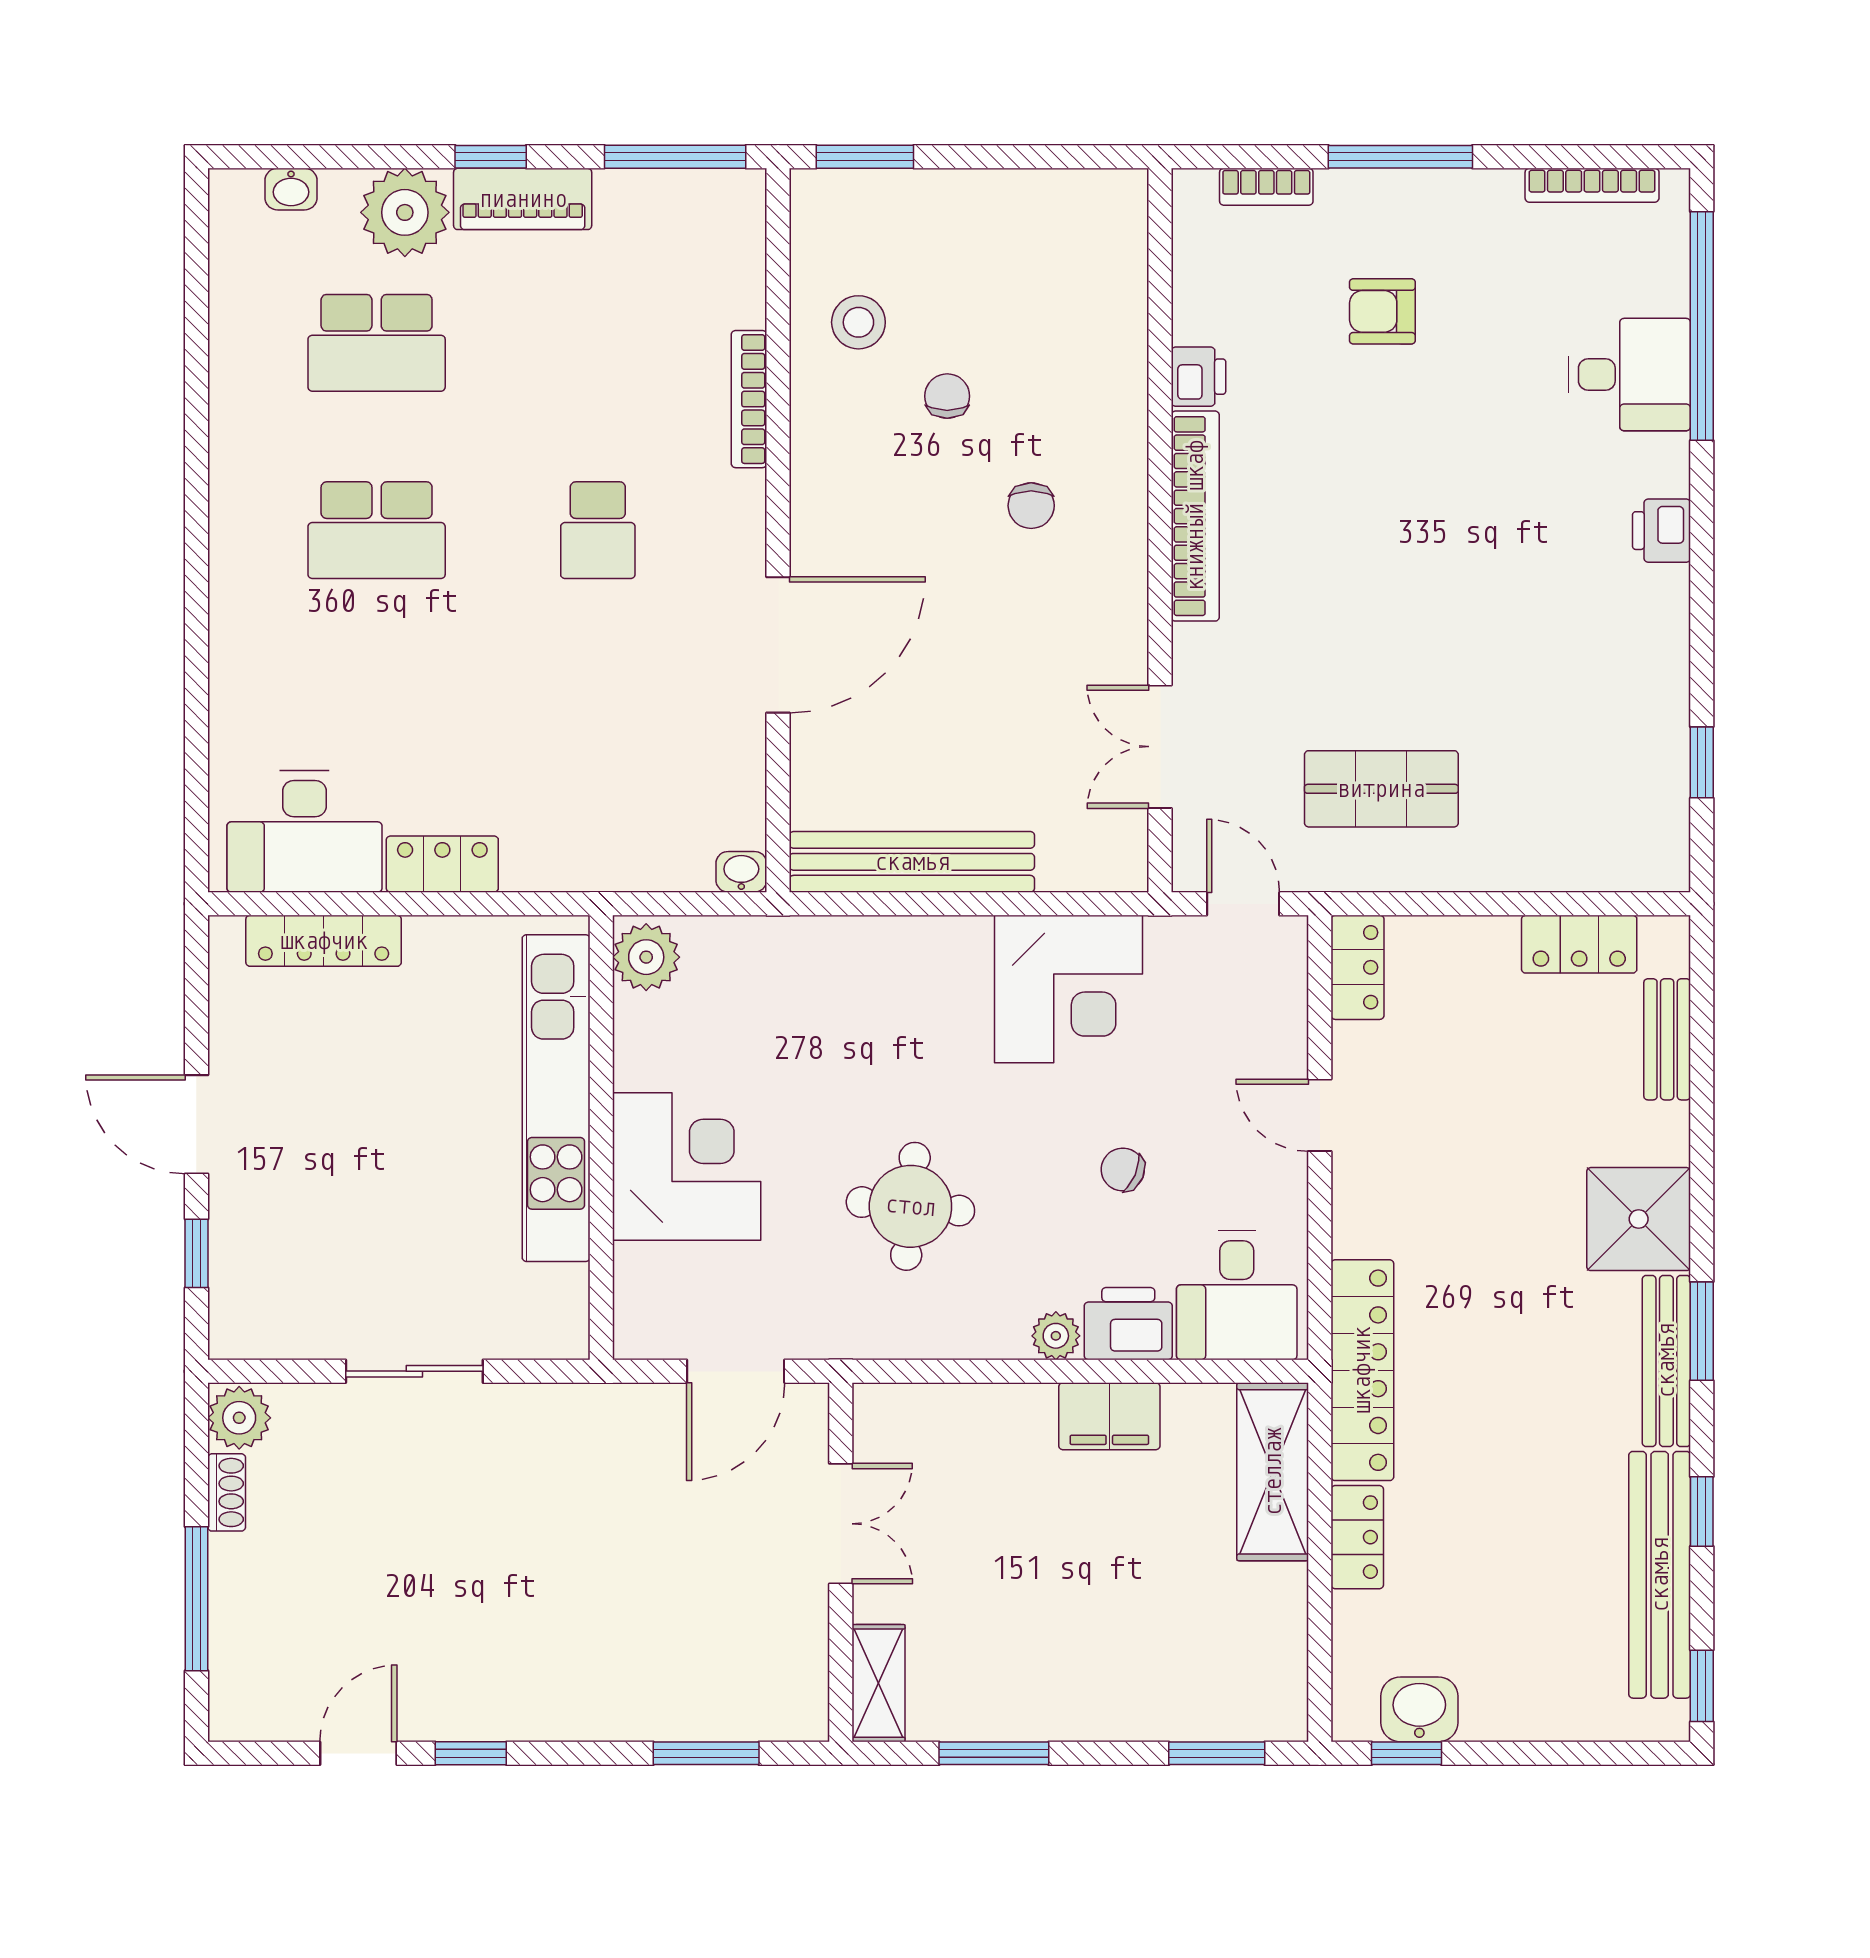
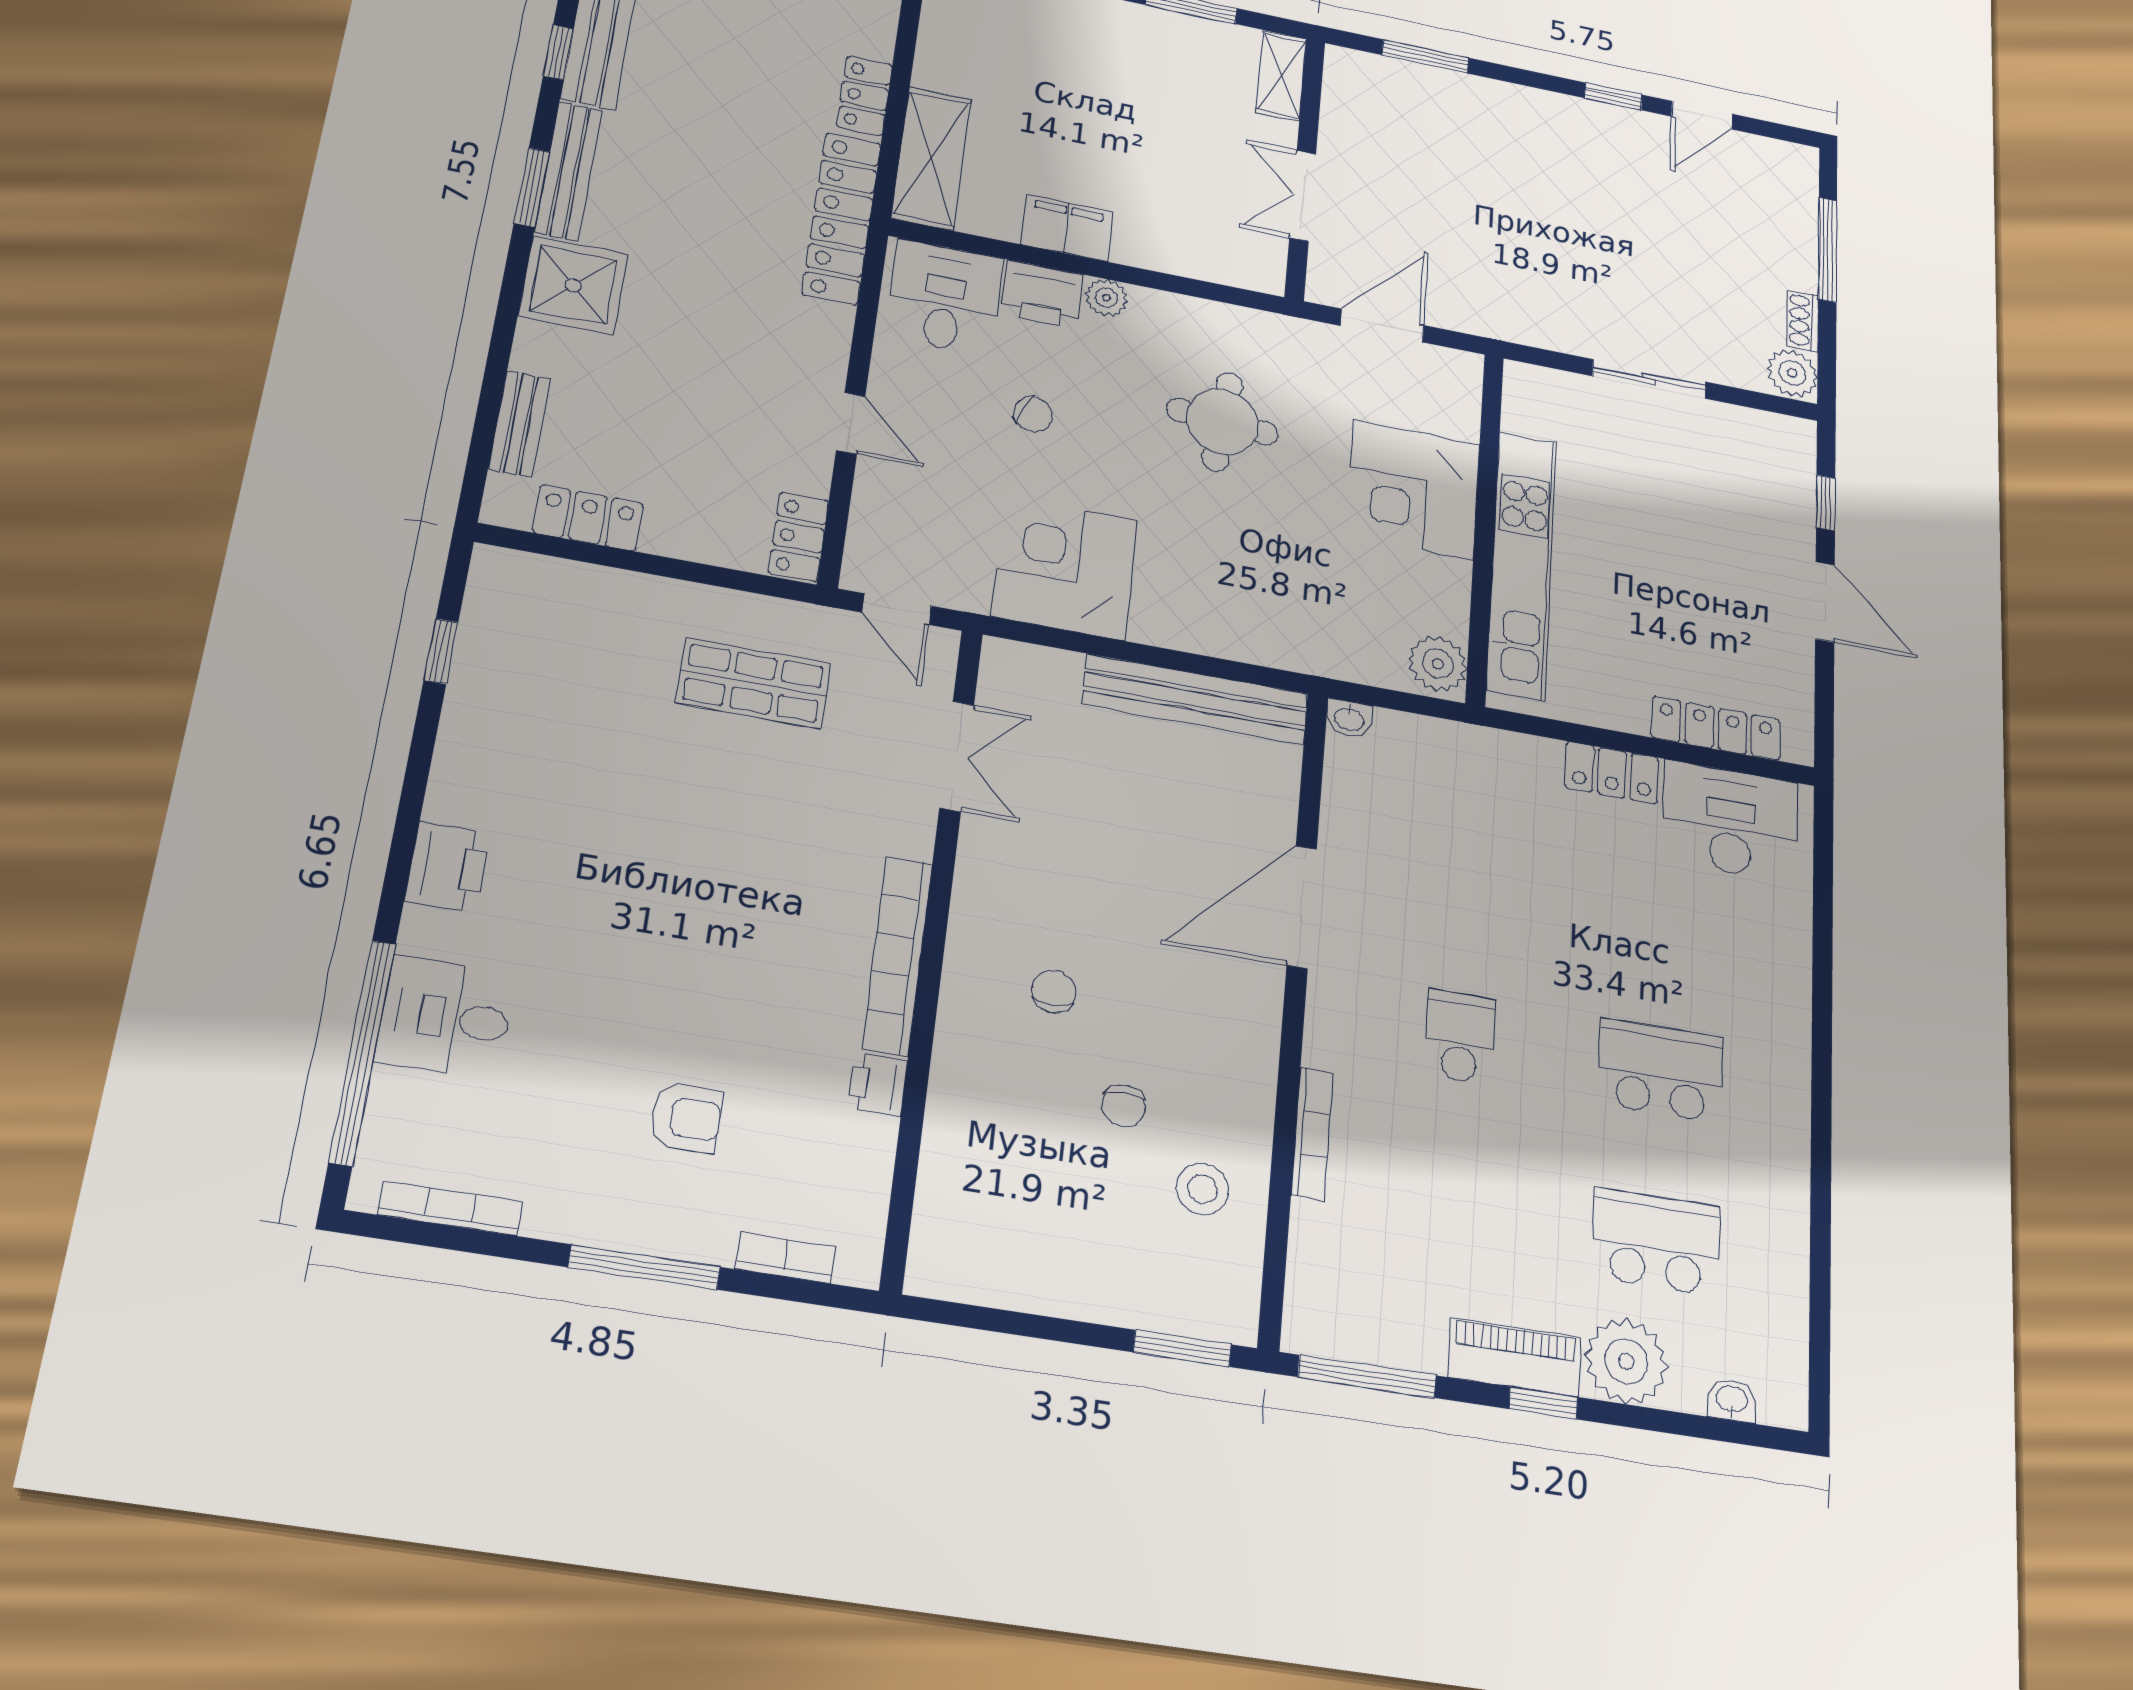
printer: (1661, 531) -> (448, 867), width x1.36, depth x1.24

